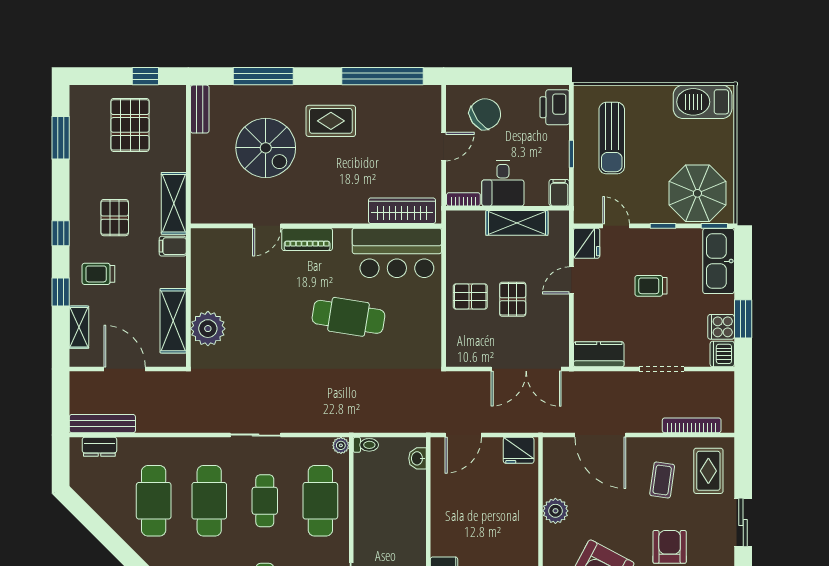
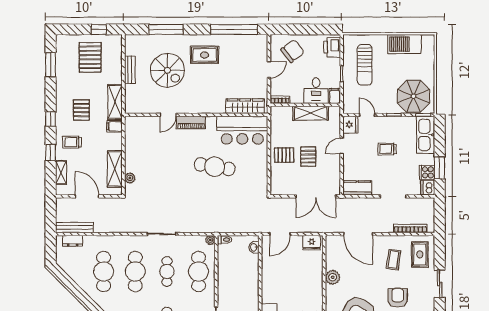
barbecue: (703, 102) -> (404, 44), moved
bench: (200, 109) -> (130, 70), moved
desk: (503, 183) -> (316, 91), moved
plant: (208, 329) -> (130, 178), width x0.53, depth x0.53

